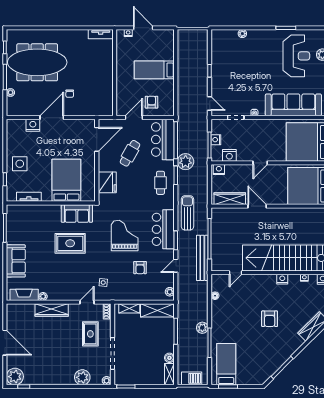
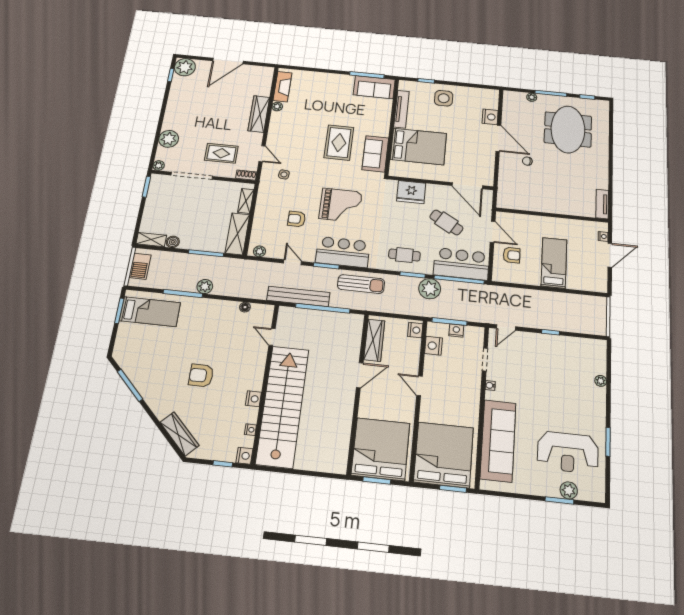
meeting table: (37, 62) -> (568, 129), width x0.73
tv unit: (29, 197) -> (402, 109), width x1.41
sofa: (16, 261) -> (374, 87), moved

